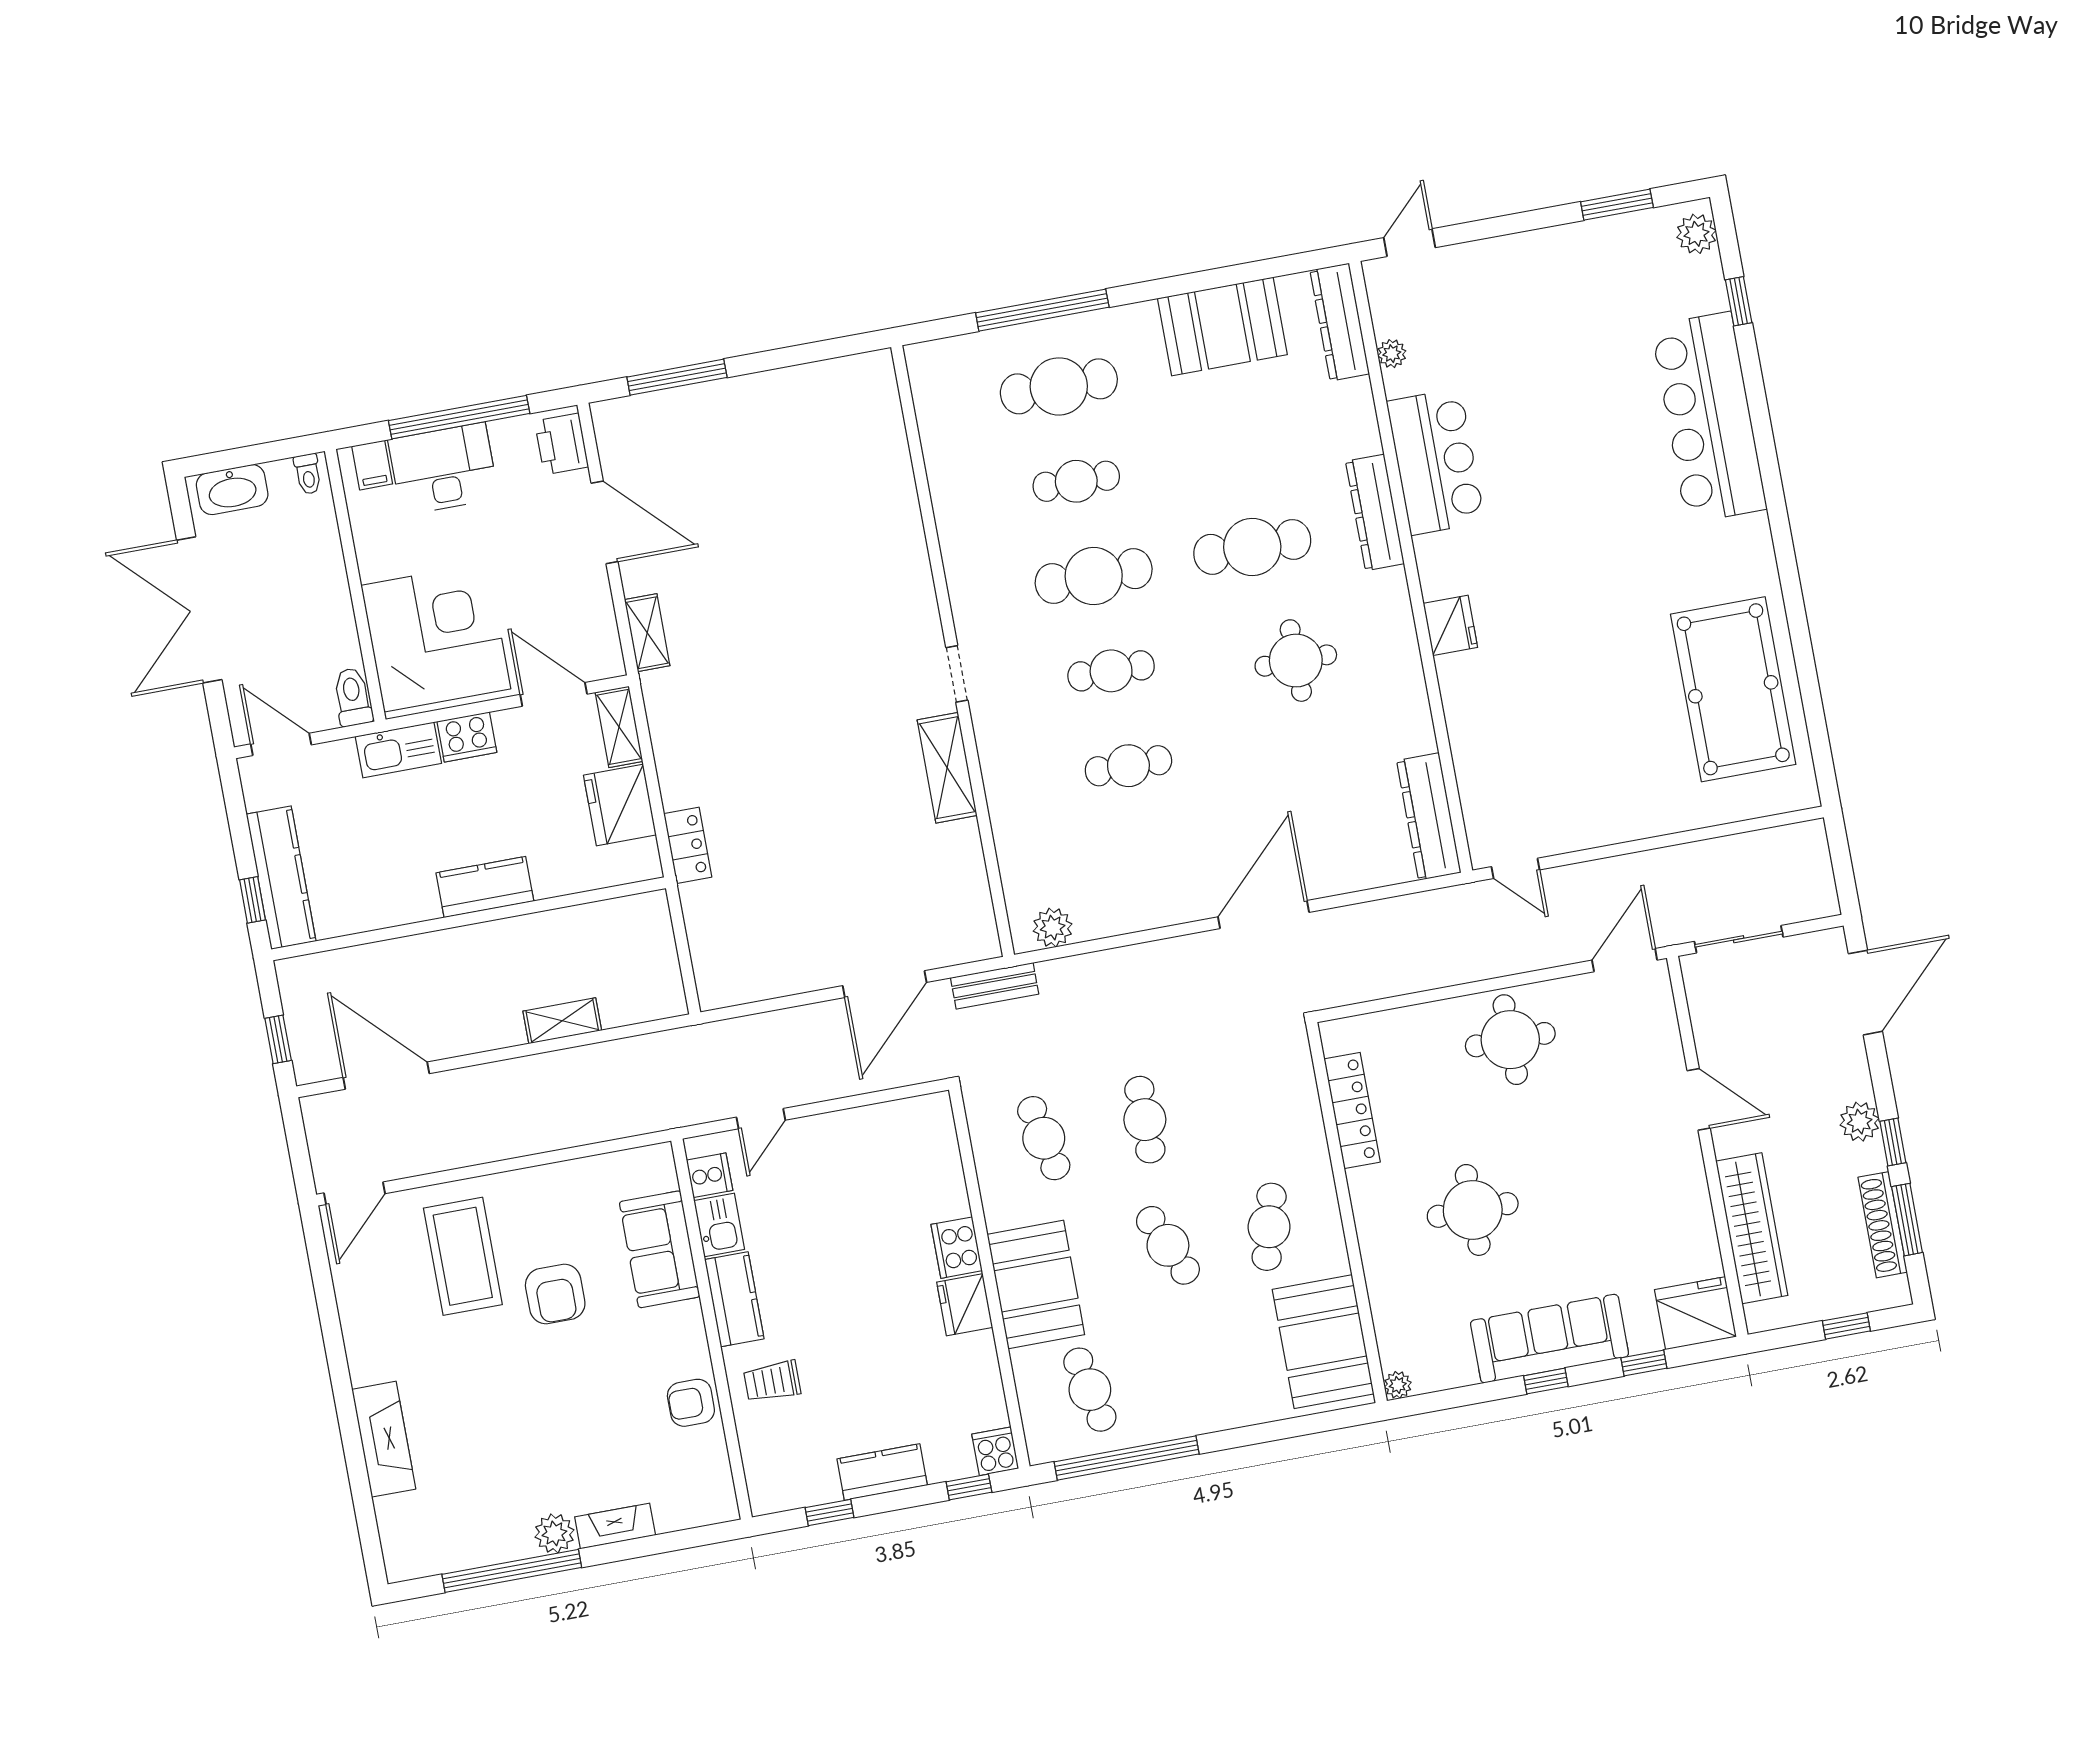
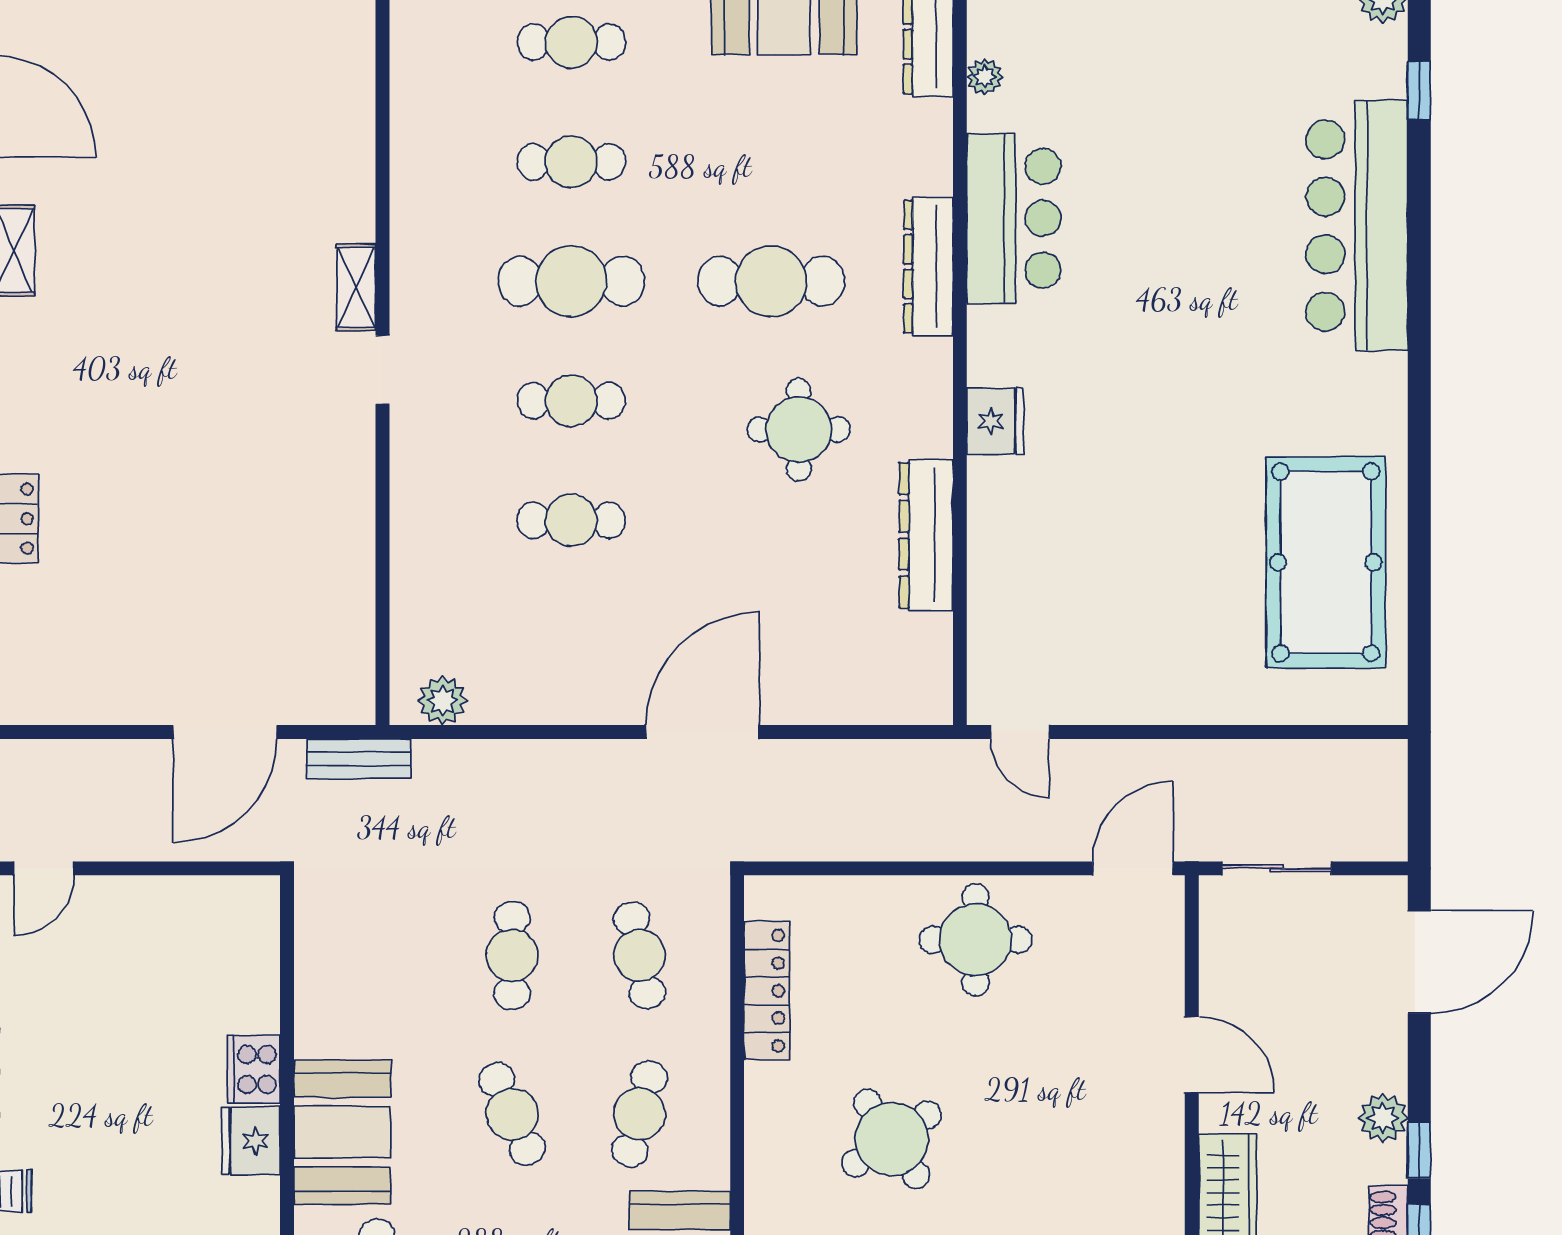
cafe table: (1059, 386) -> (571, 42), width x0.73, depth x0.74
shelving: (947, 768) -> (356, 287), moved, width x0.67, depth x0.75
dresser: (1429, 817) -> (926, 535), moved
cafe table: (1044, 1138) -> (640, 955), moved
round table: (1473, 1210) -> (892, 1139), turned -34

